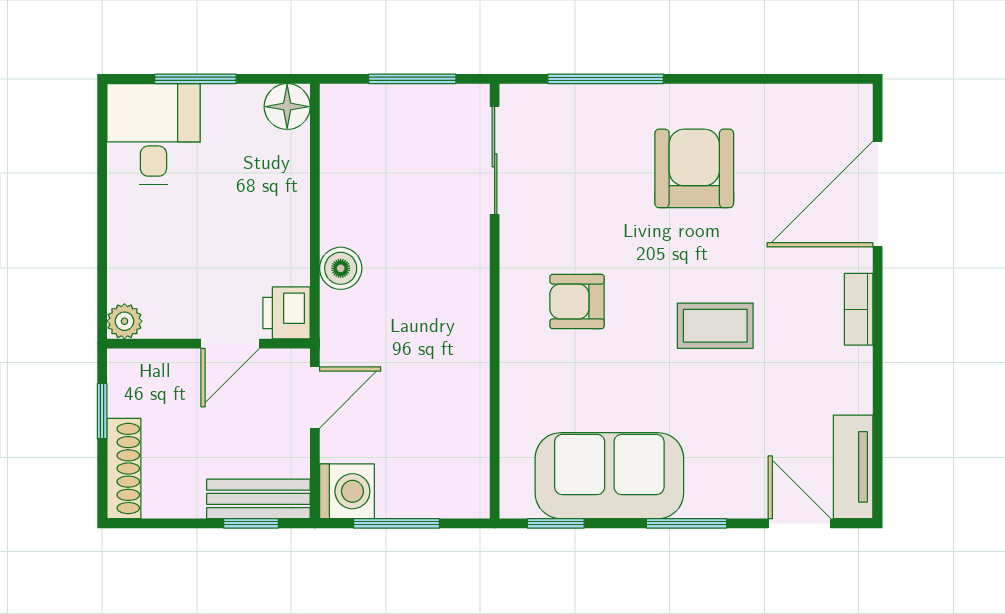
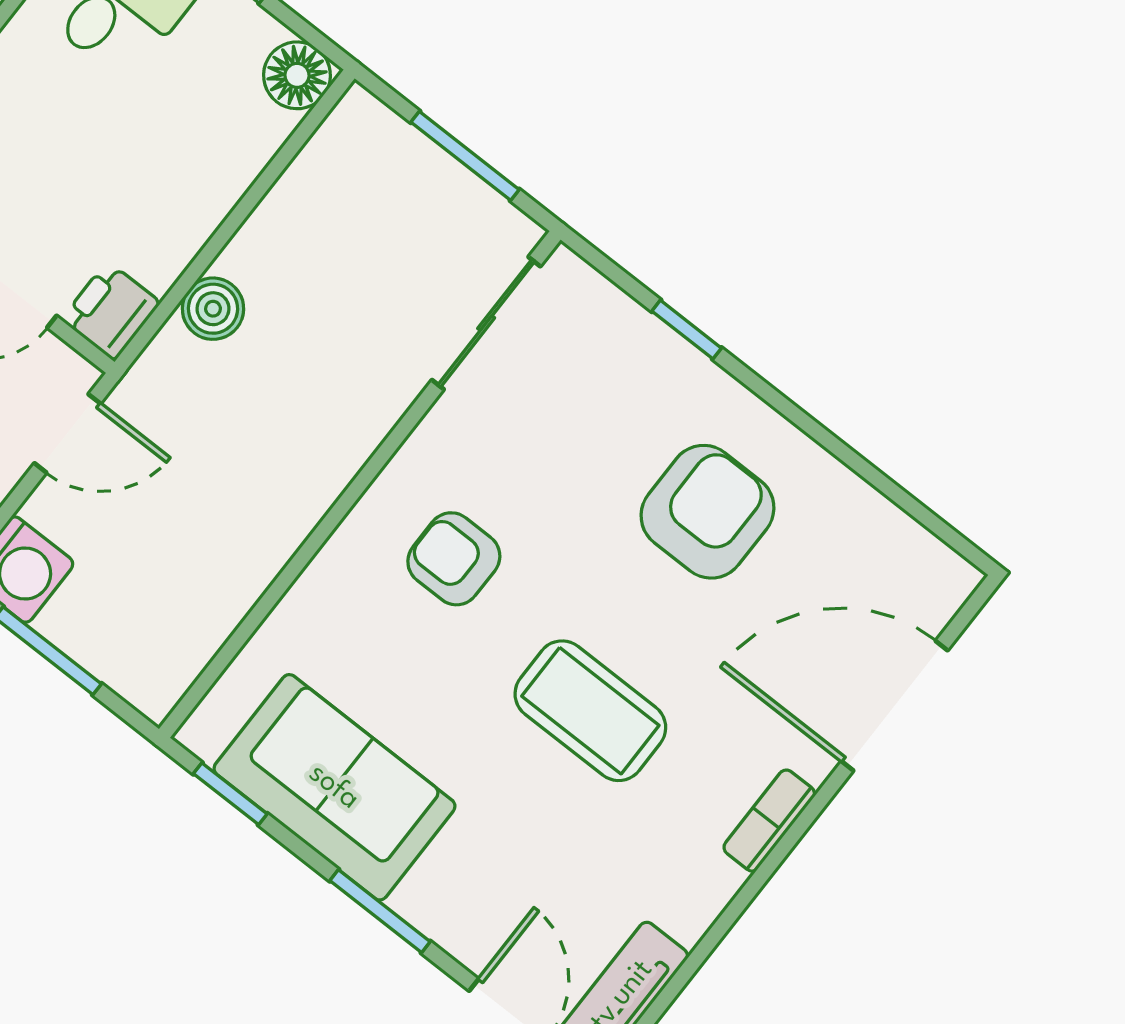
window: (606, 79) -> (687, 330), width x0.46
coffee table: (715, 326) -> (590, 711), width x1.36, depth x1.30

